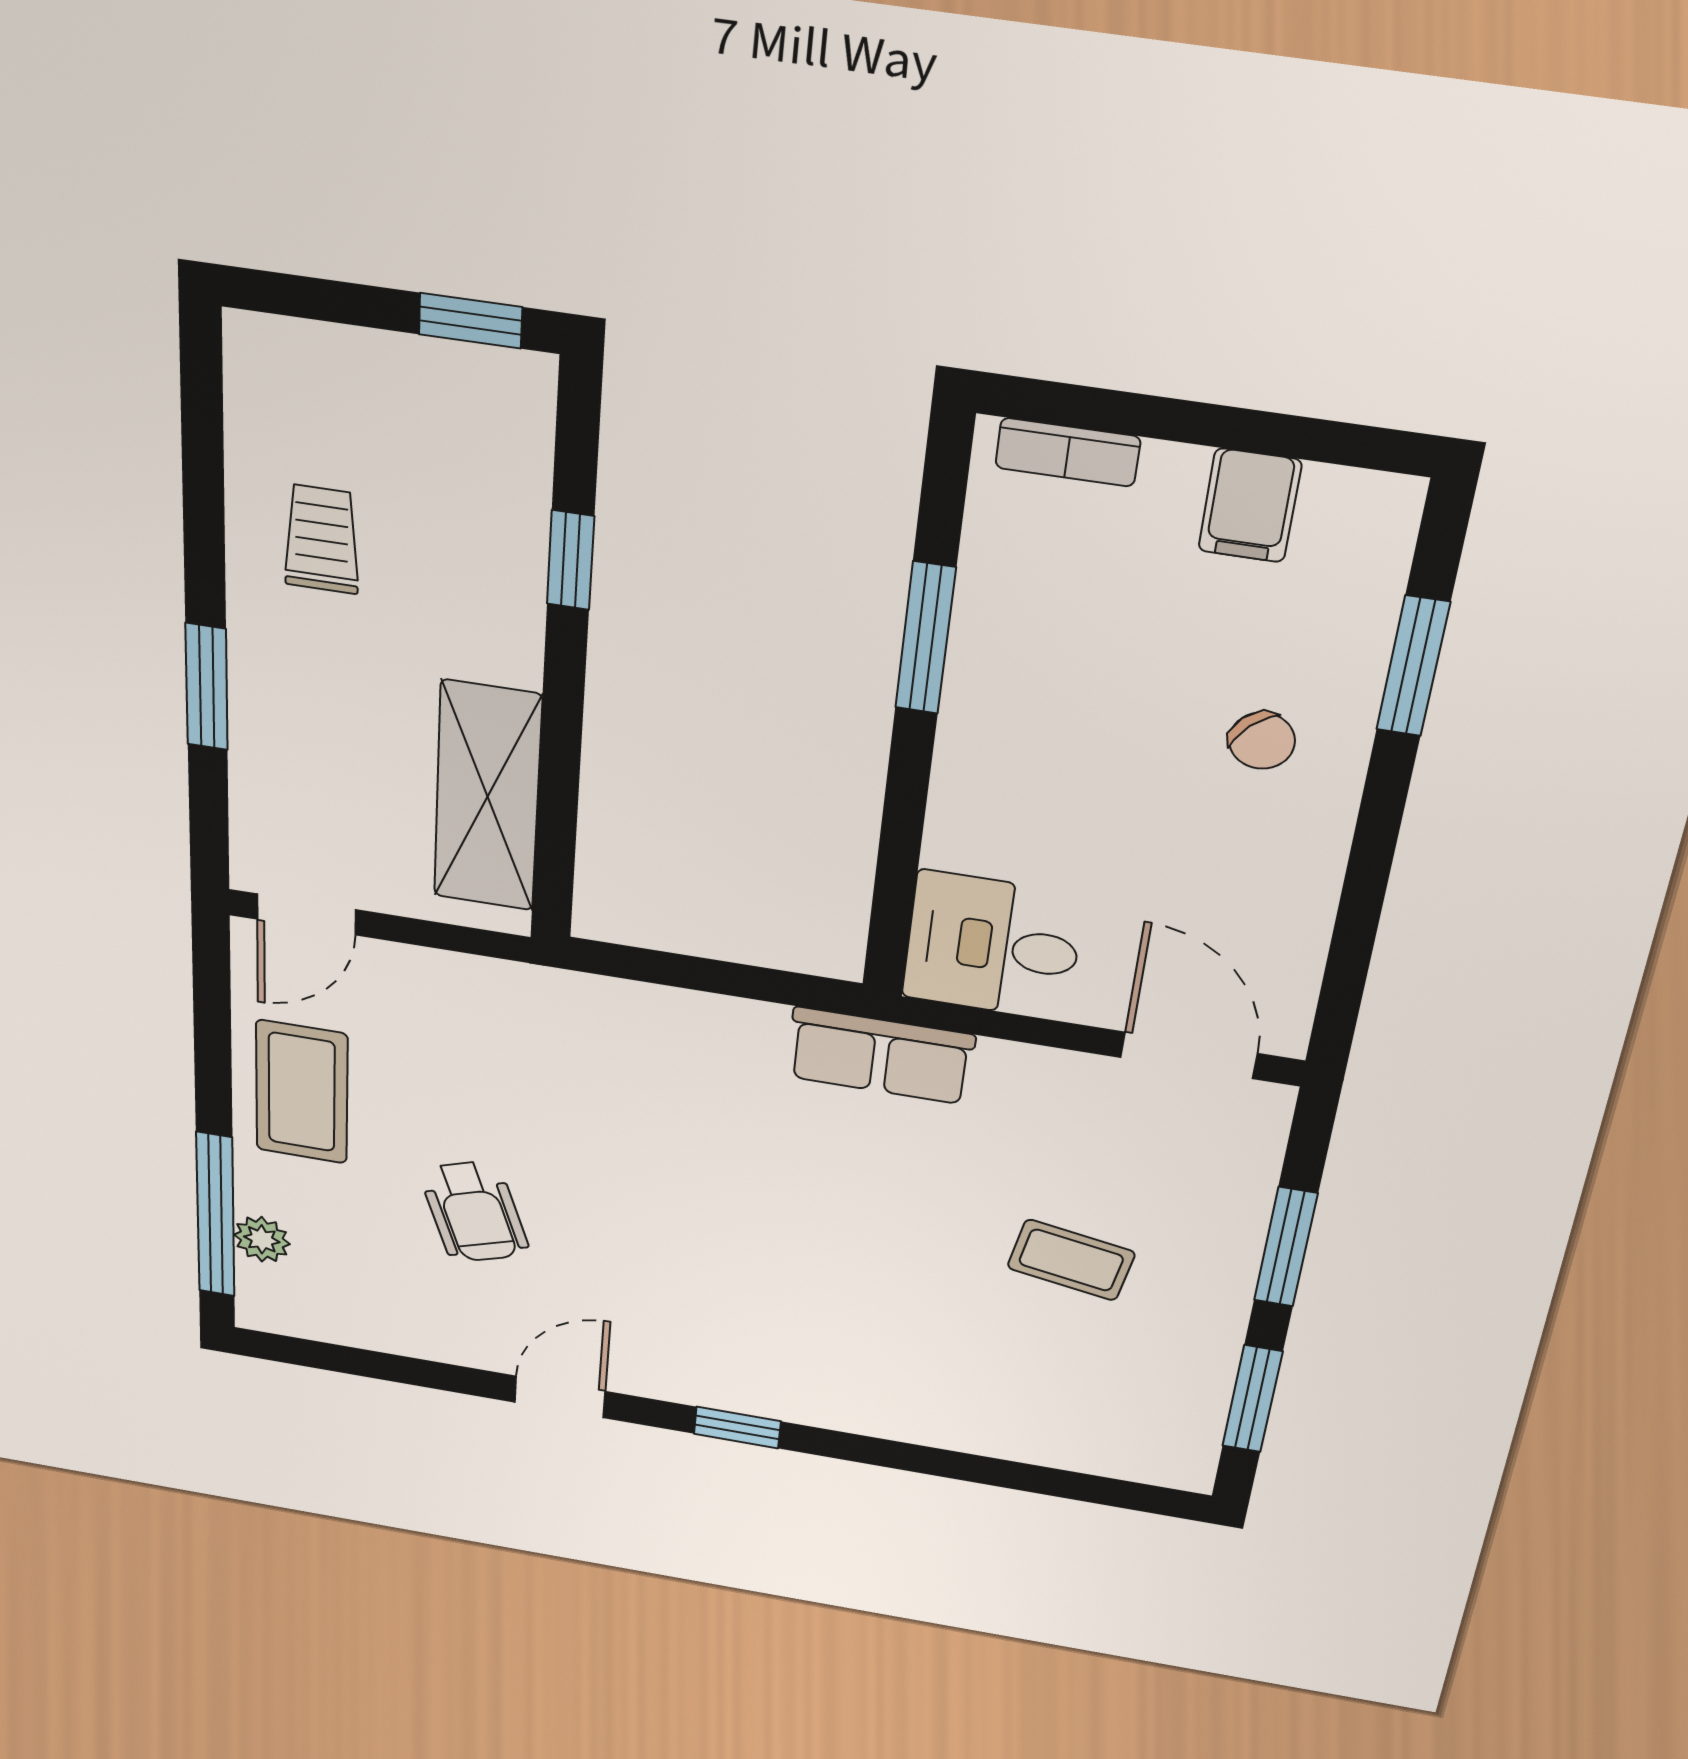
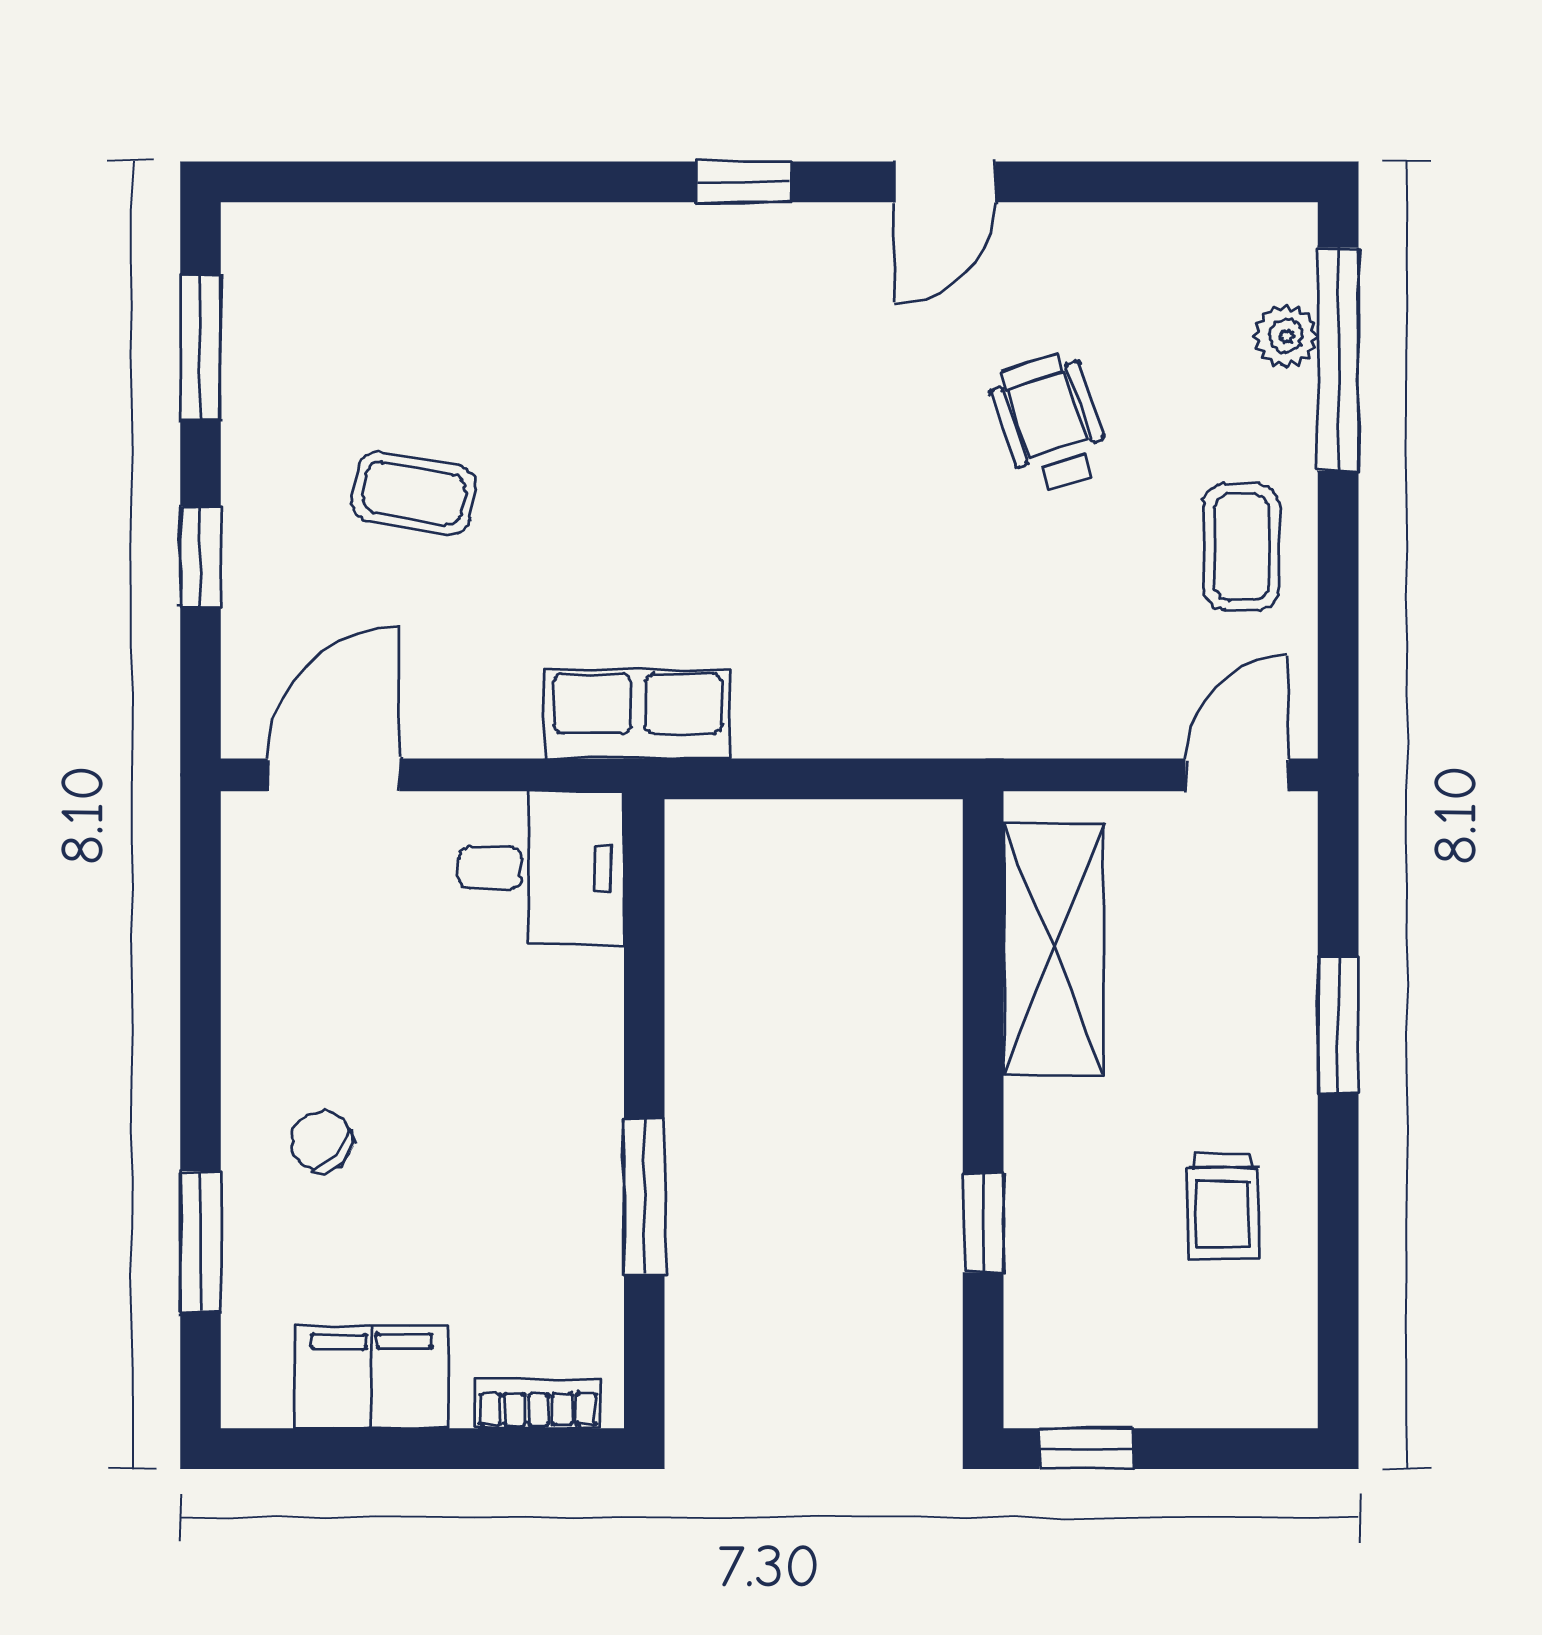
filing cabinet: (1250, 505) -> (371, 1377), width x2.00
door: (1189, 1055) -> (334, 775), swing flipped
coffee table: (302, 1092) -> (1241, 547), width x0.73, depth x0.77
window: (1286, 1247) -> (200, 557), width x0.67

